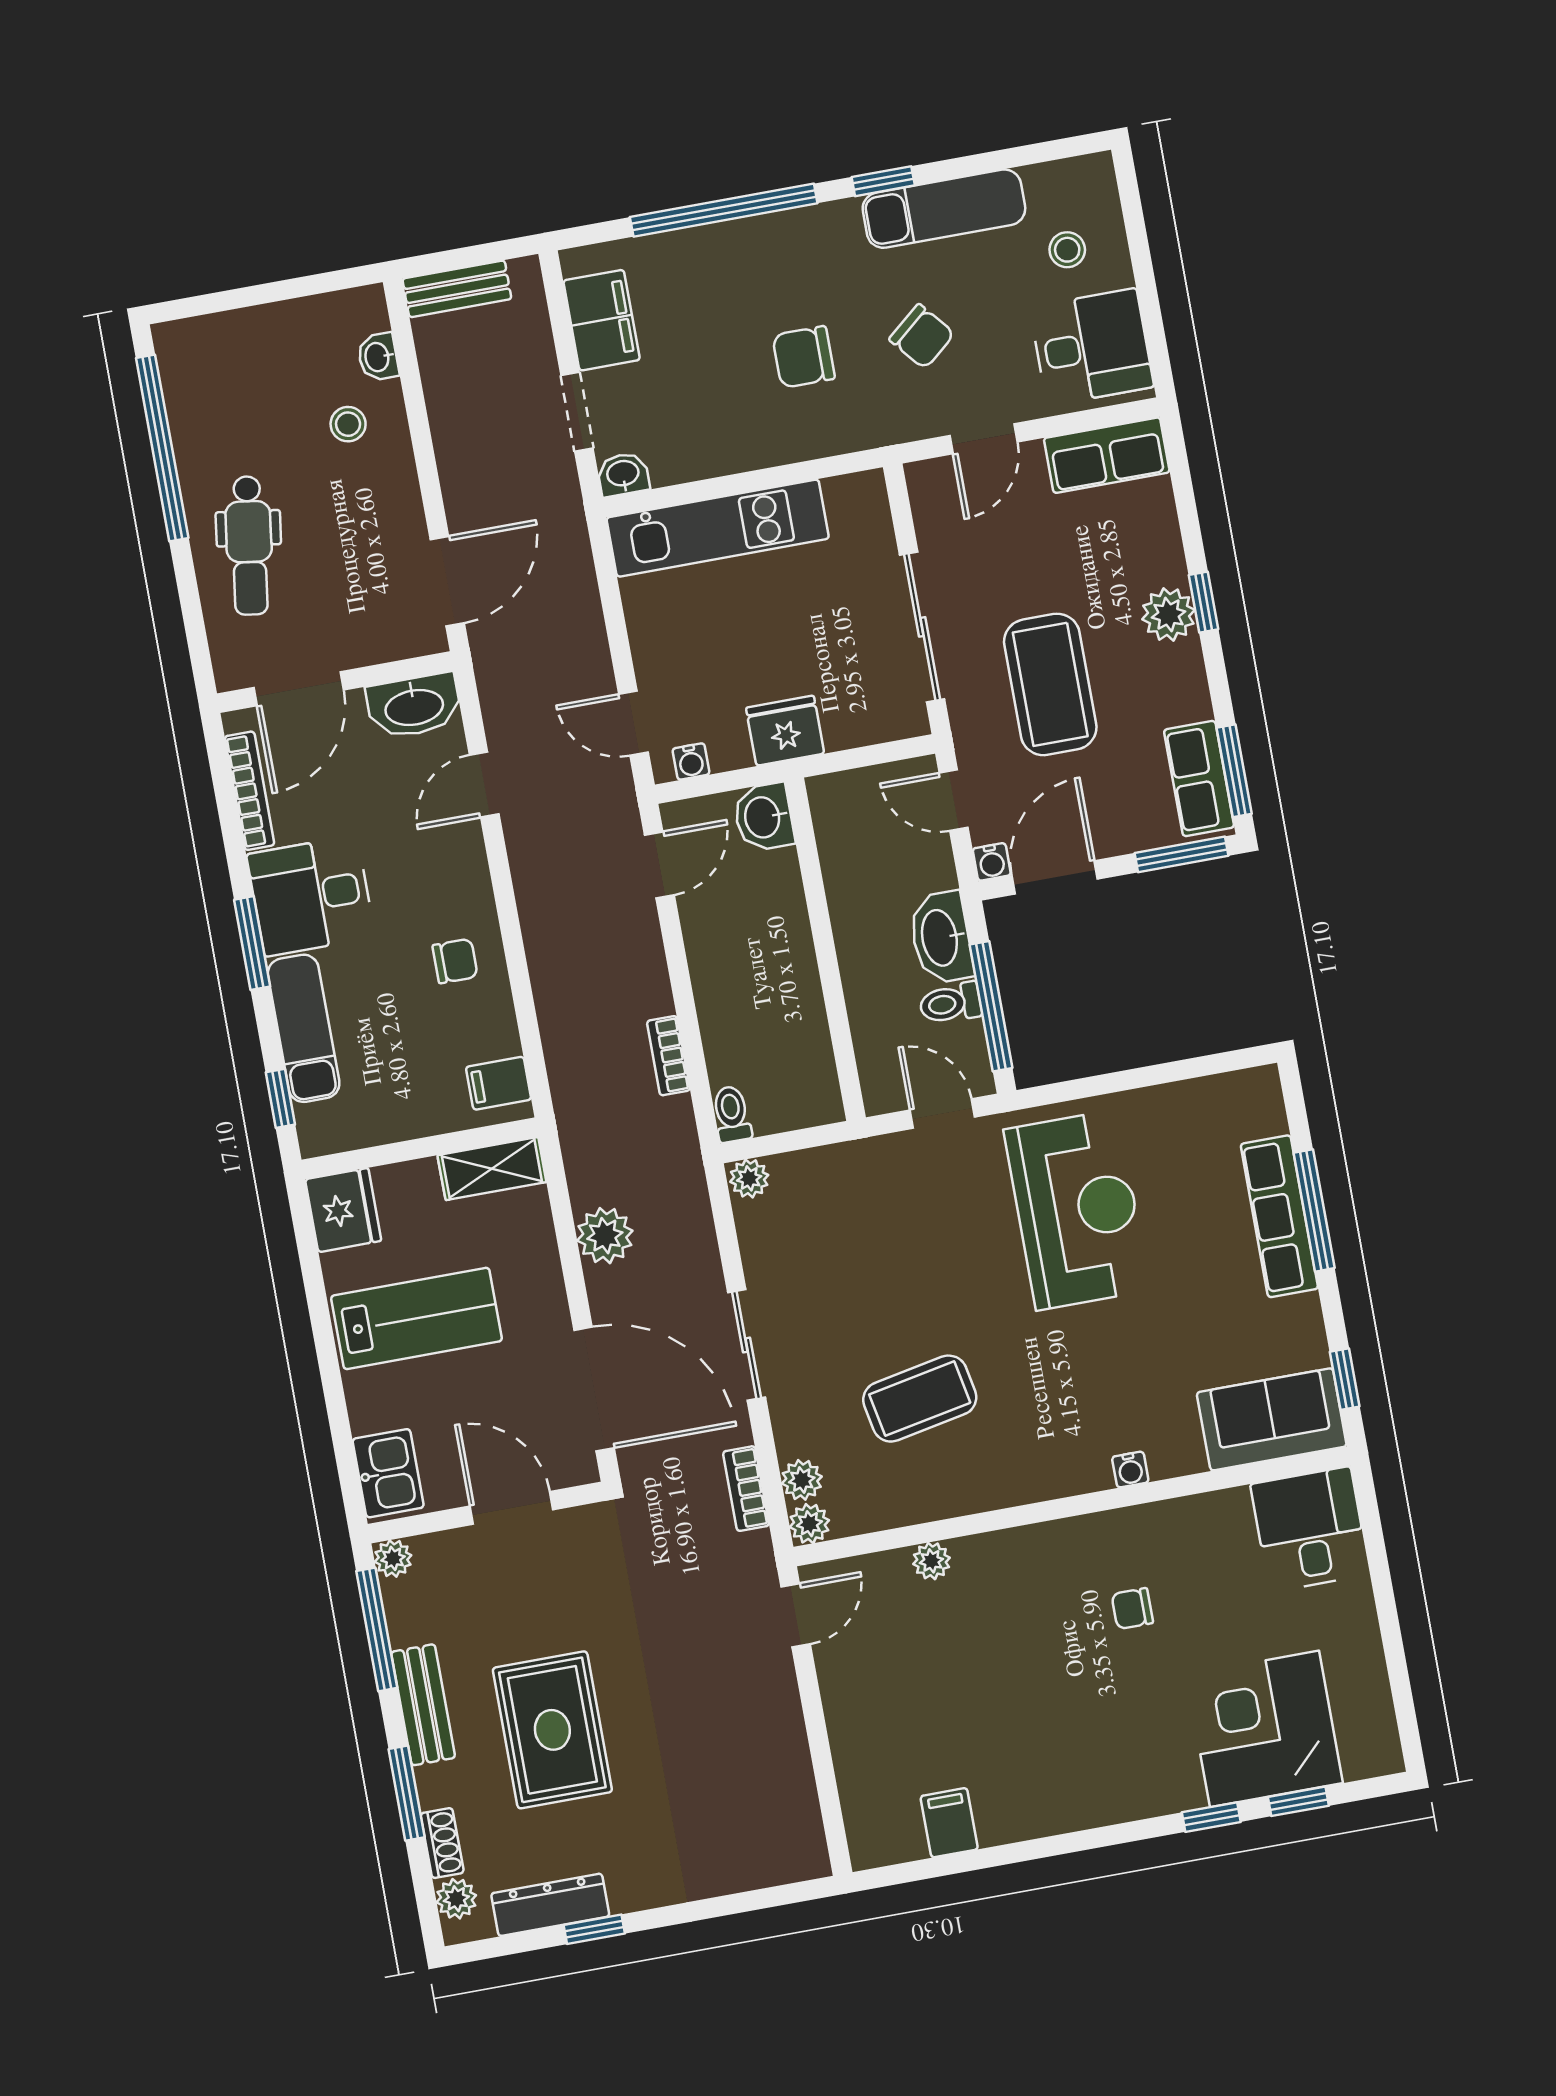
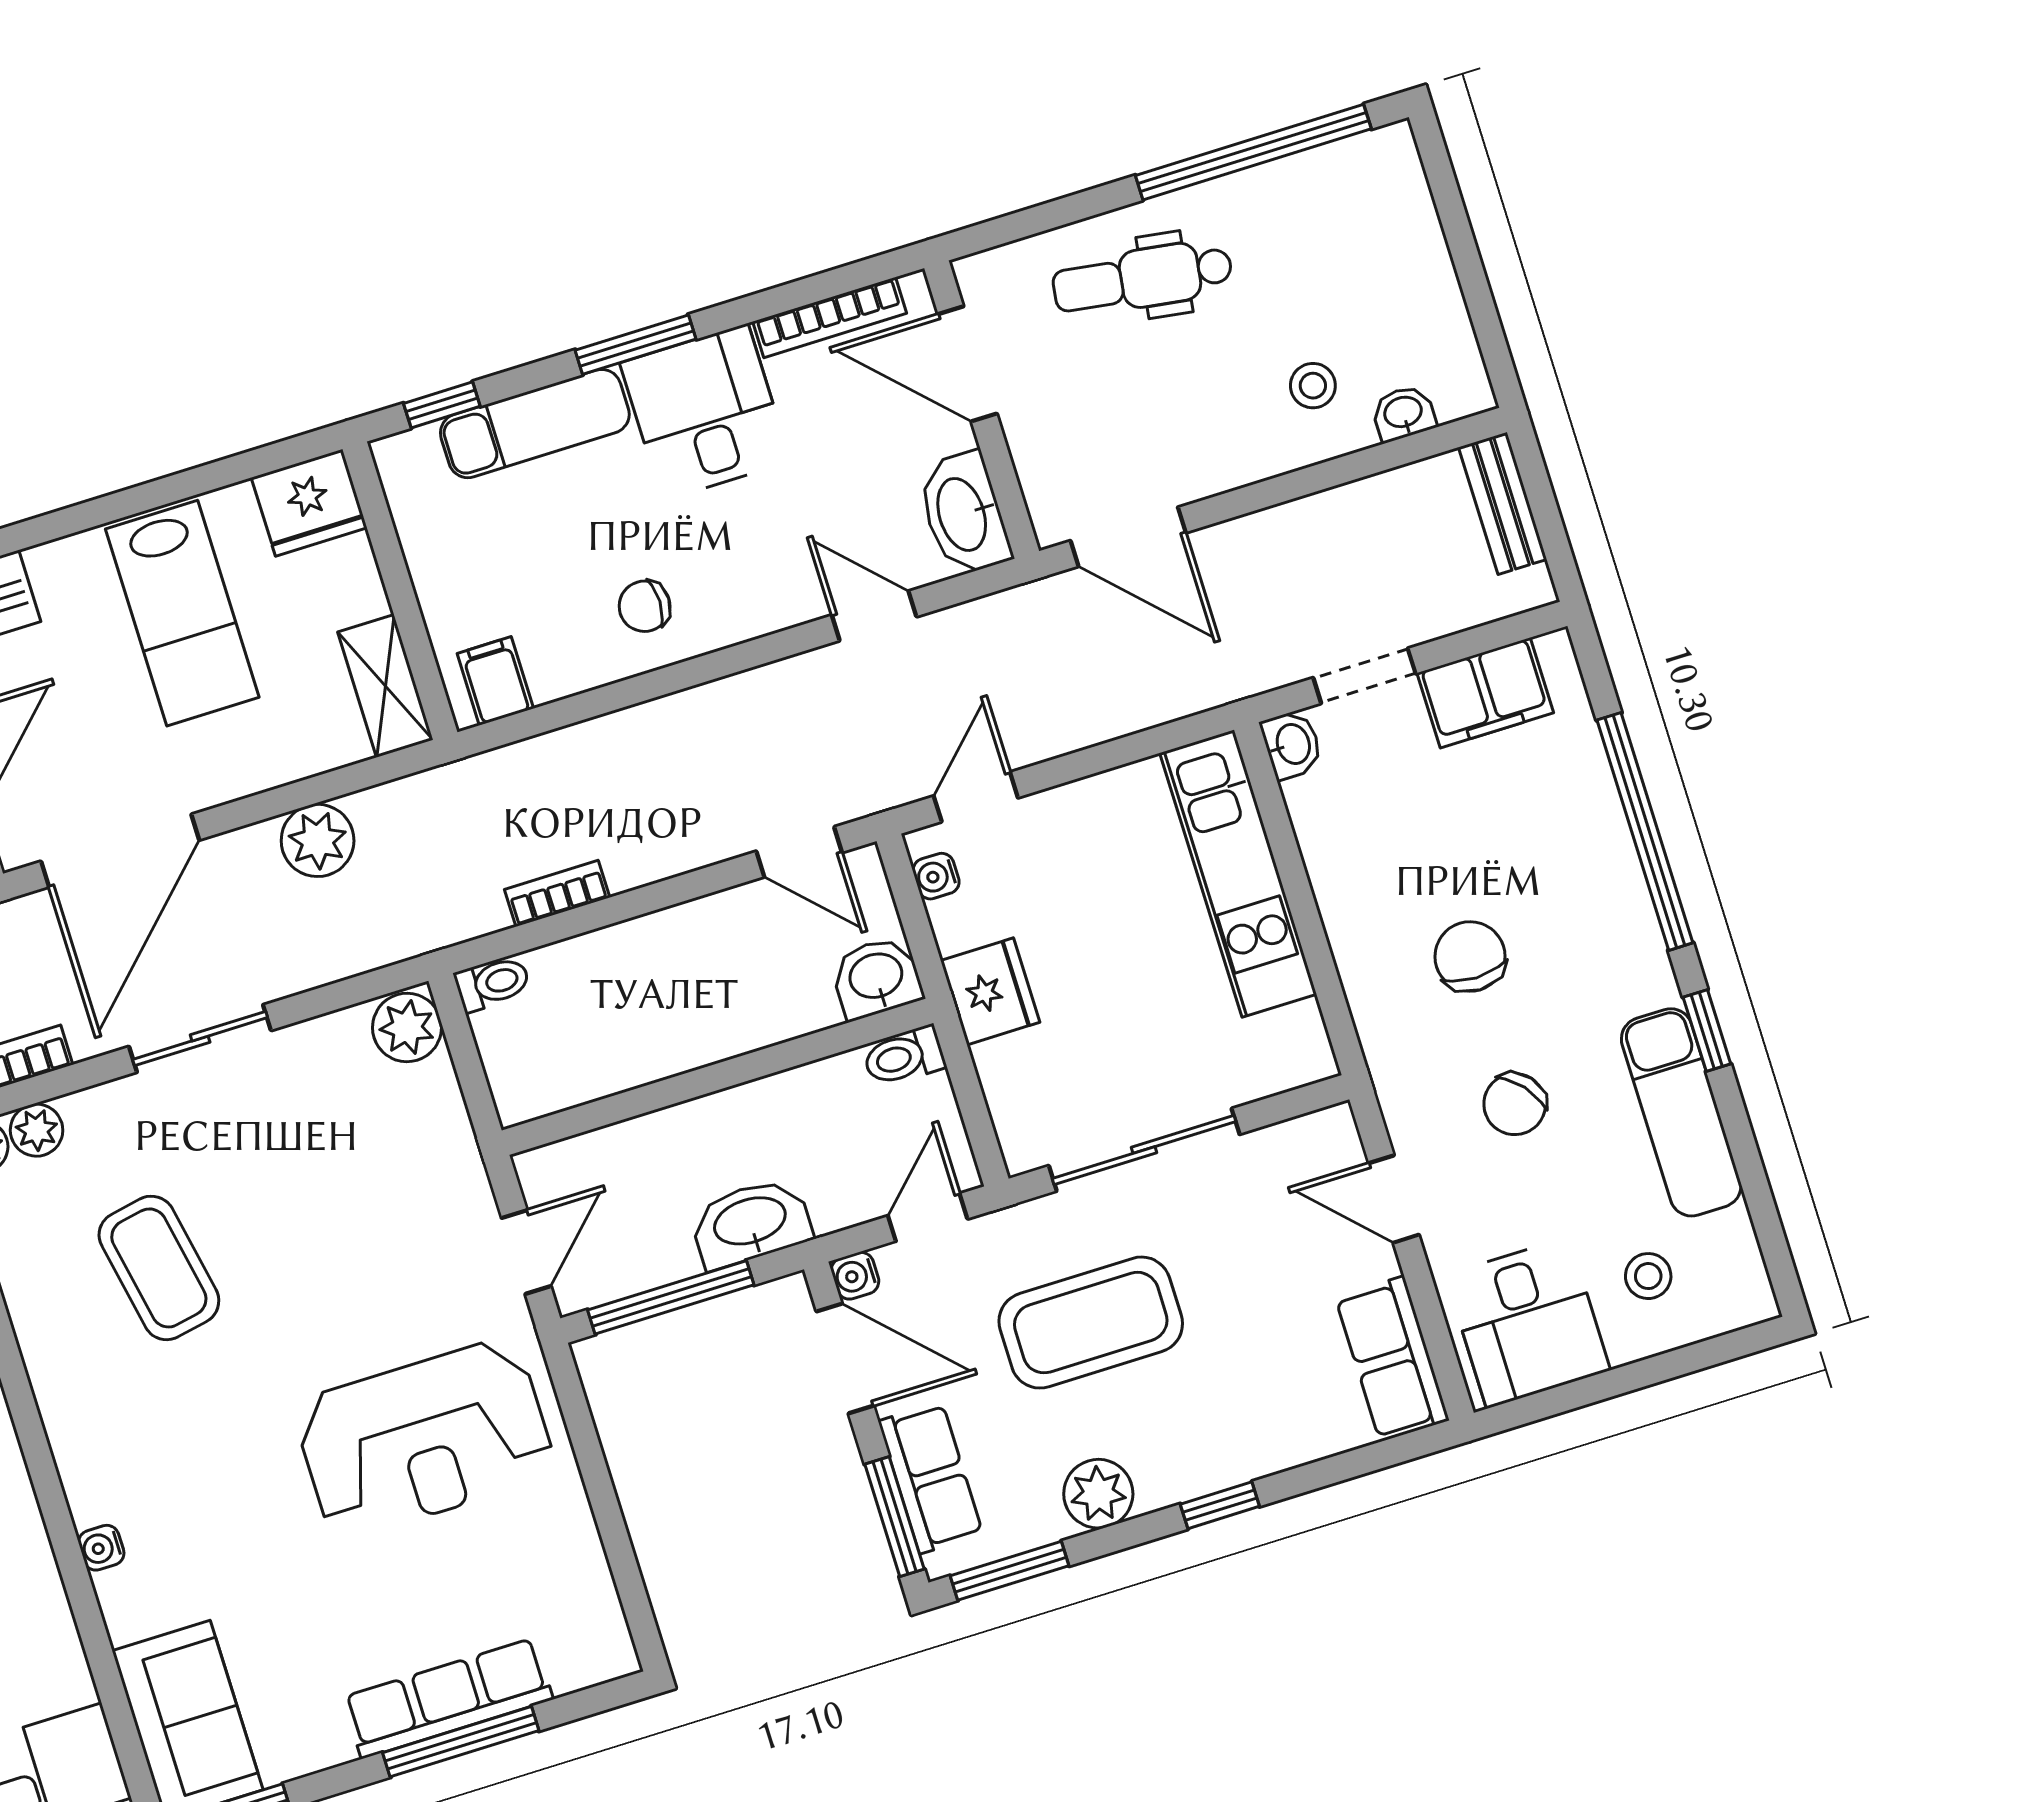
plant: (1168, 615) -> (1098, 1494), moved
row of seats: (1199, 778) -> (931, 1478), moved, turned 90
chair: (455, 961) -> (645, 606), turned 90
toilet: (950, 1003) -> (904, 1056), moved, turned -90
plant: (749, 1178) -> (407, 1027), width x1.38, depth x1.38

